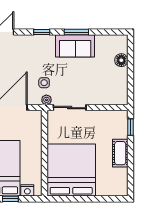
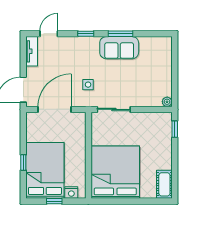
floor lamp: (121, 60) -> (166, 62), removed
plant: (46, 100) -> (167, 102), moved
cot: (120, 153) -> (164, 184), moved

